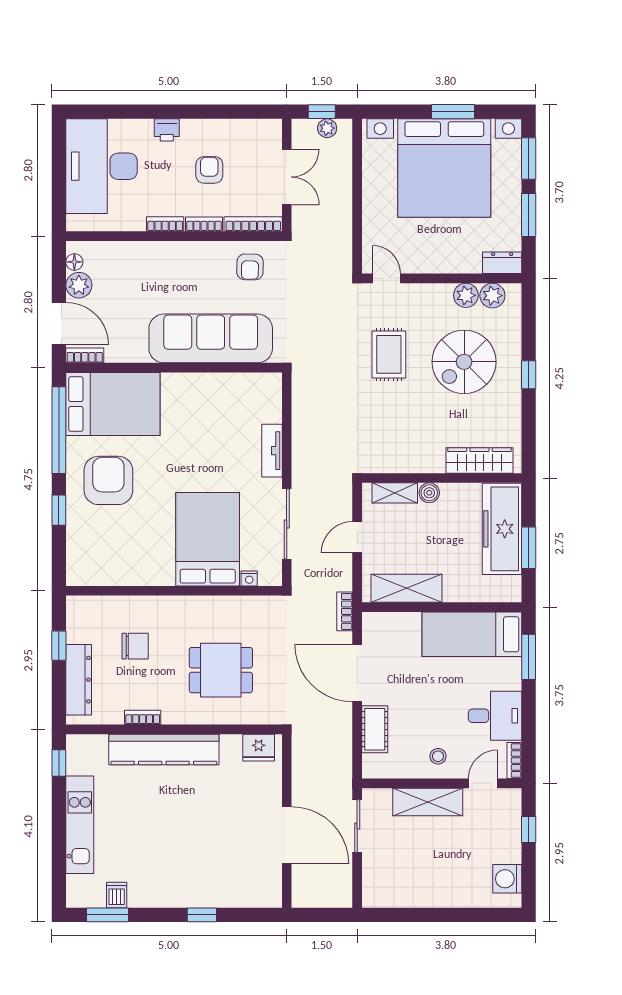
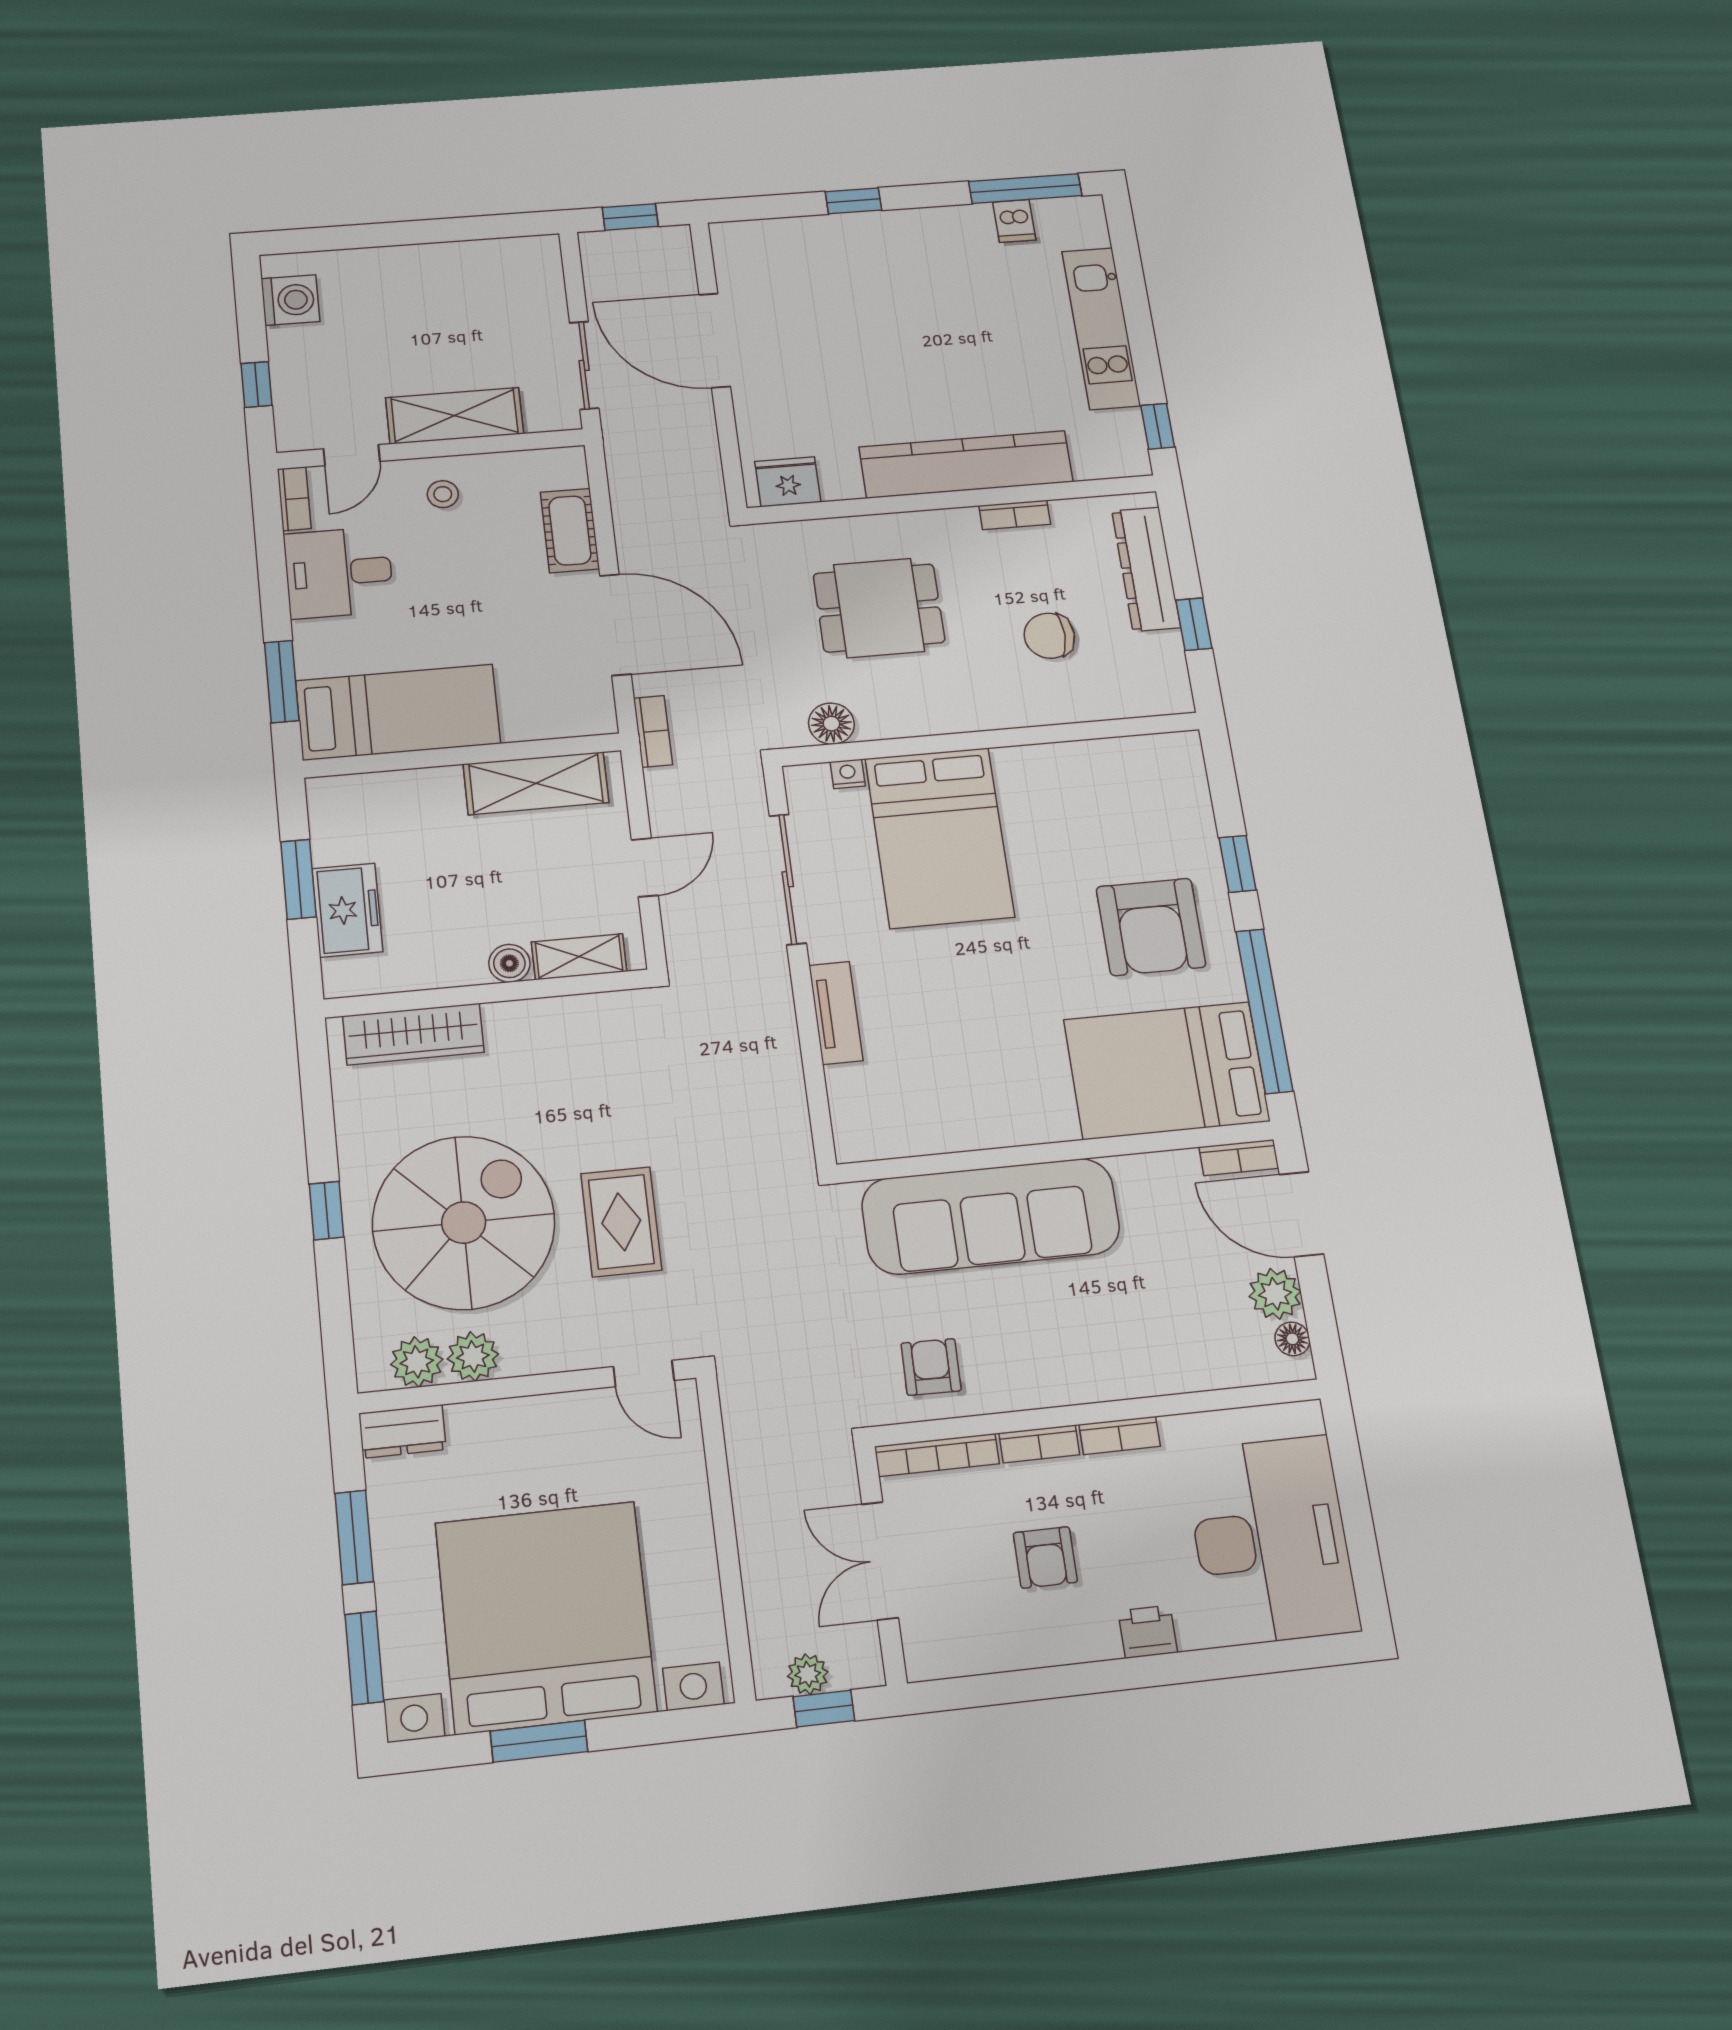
spiral stairs: (464, 362) -> (464, 1223), width x1.37, depth x1.37
freezer: (502, 529) -> (347, 910), width x0.52, depth x0.79
floor lamp: (254, 607) -> (831, 724), added
window: (108, 915) -> (1025, 189), width x1.44
window: (323, 915) -> (630, 217), added

